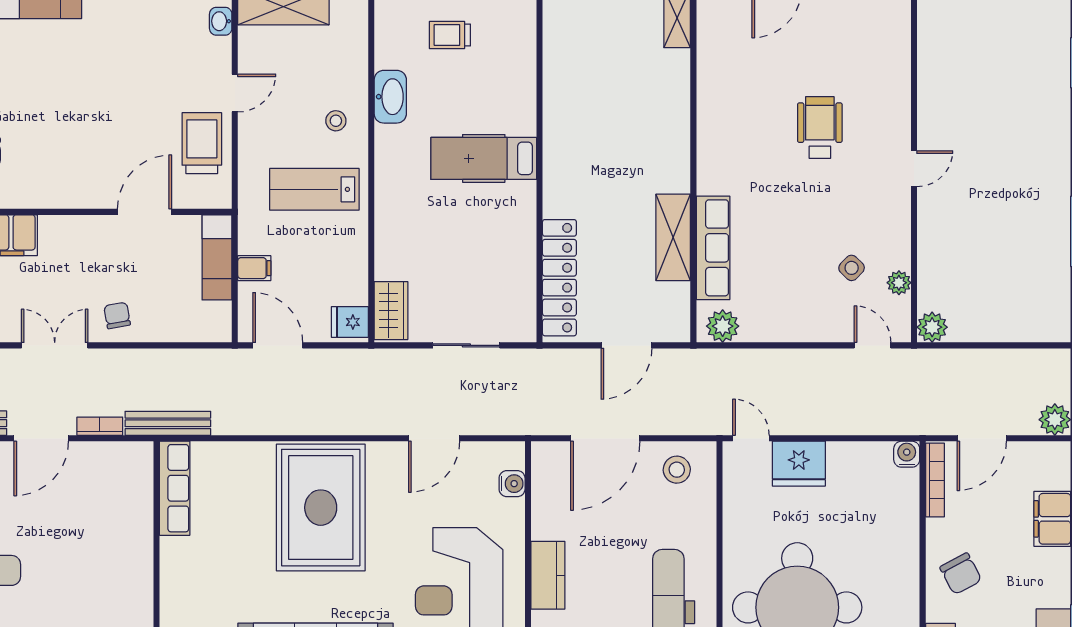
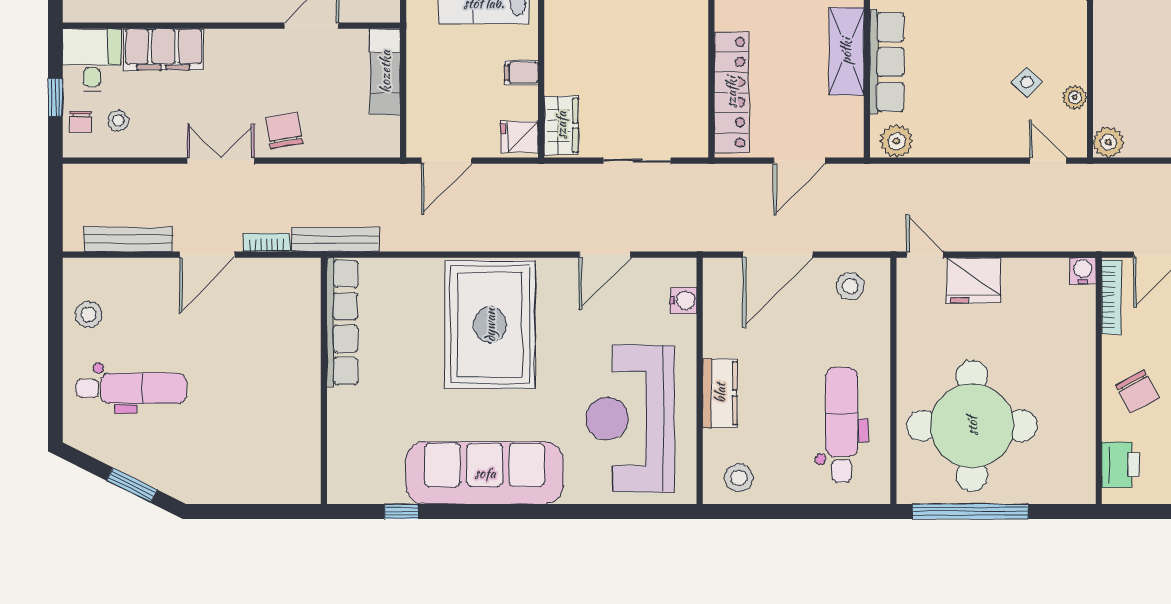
filing cabinet: (254, 268) -> (521, 73), moved, turned 180
chair: (117, 315) -> (284, 130), width x1.37, depth x1.37
door: (278, 345) -> (447, 161), swing flipped
row of seats: (175, 488) -> (342, 322), width x1.36

